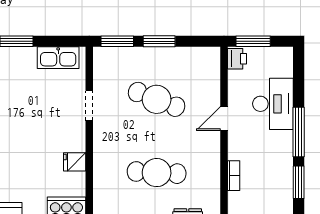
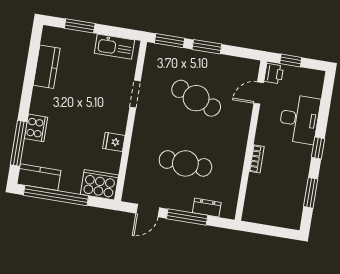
window: (253, 41) -> (291, 60), width x0.67
door: (224, 119) -> (259, 93), moved
window: (299, 132) -> (318, 148), width x0.46
bookcase: (234, 176) -> (257, 159), moved

